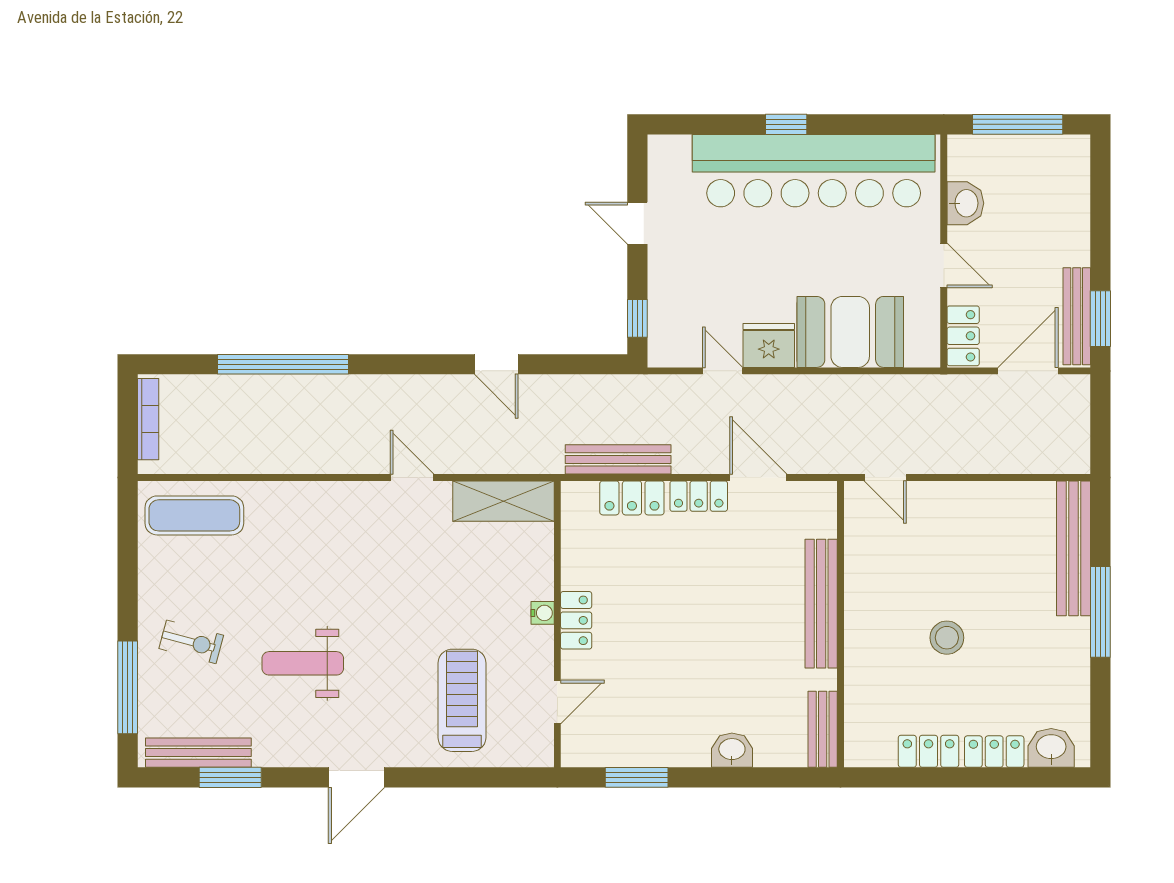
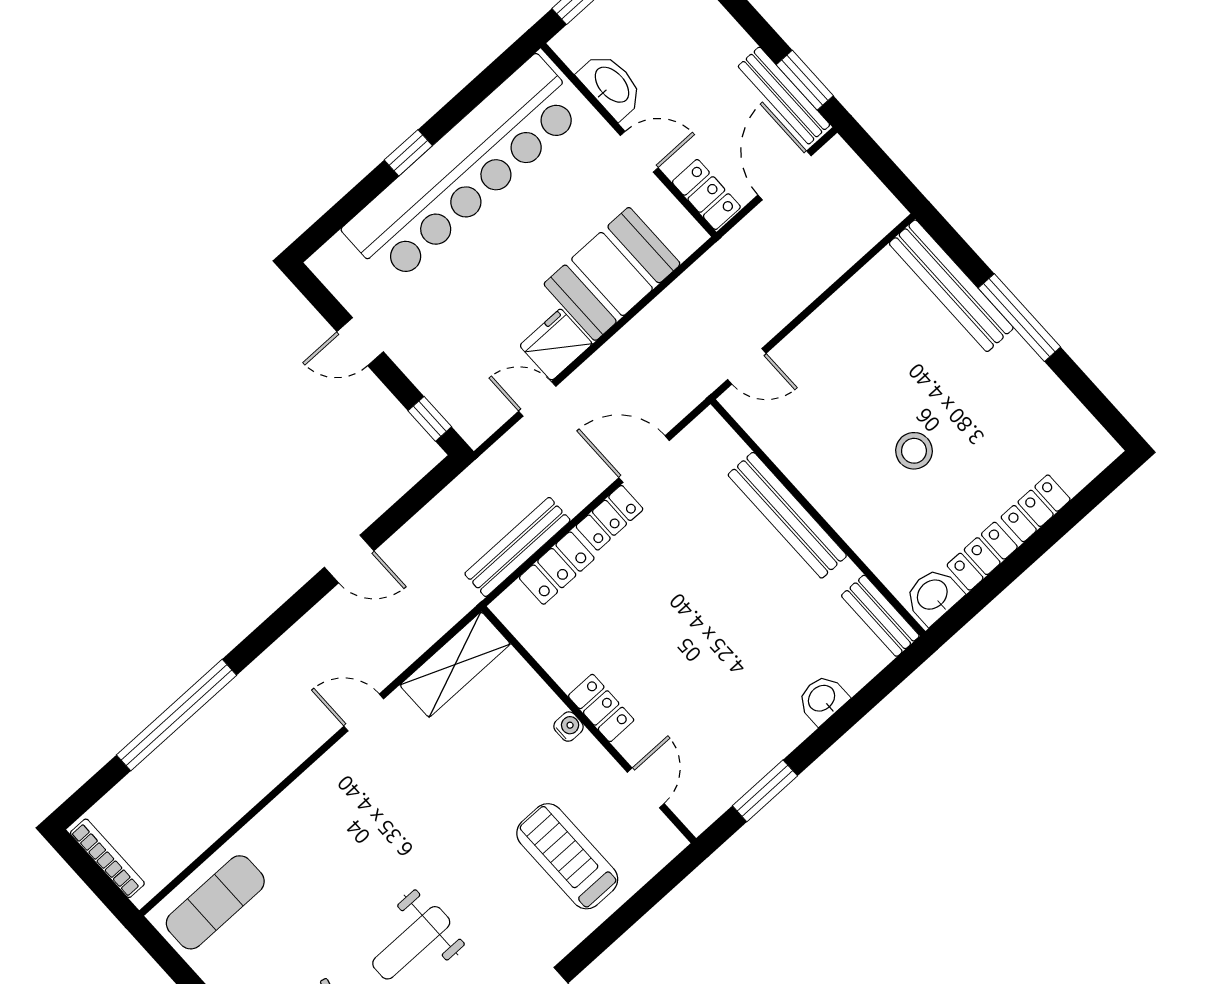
washbasin: (965, 203) -> (611, 85), width x1.38
washbasin: (1051, 748) -> (933, 595), moved

